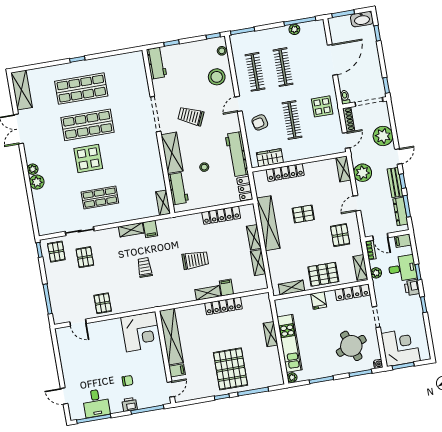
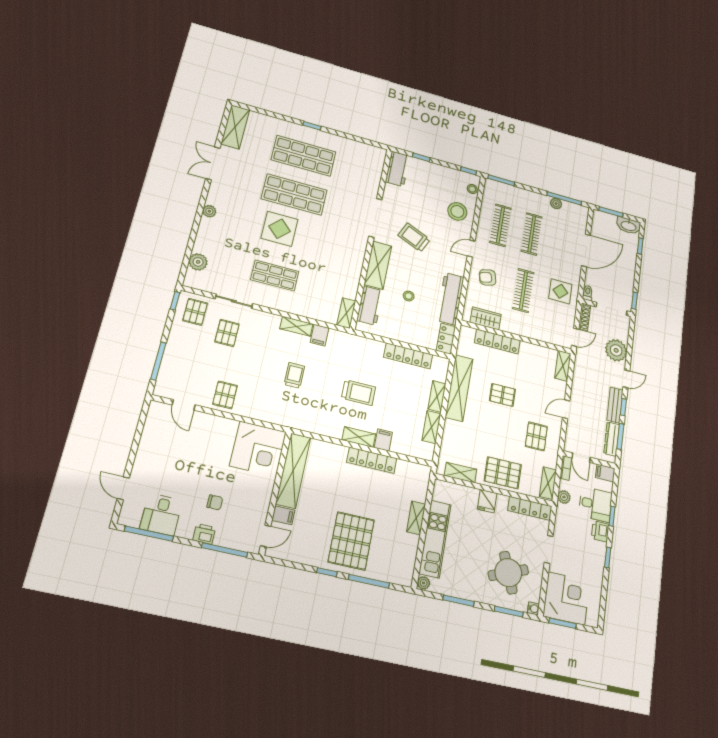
plant: (363, 173) -> (583, 379), removed
plant: (37, 182) -> (198, 262), moved

